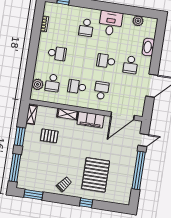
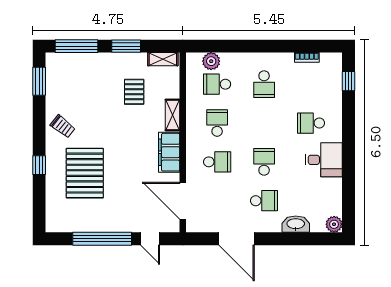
plant: (138, 21) -> (334, 224), moved
school desk: (130, 65) -> (264, 201), turned 180
pallet: (96, 175) -> (85, 173), turned 90

